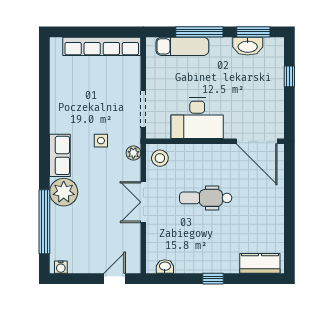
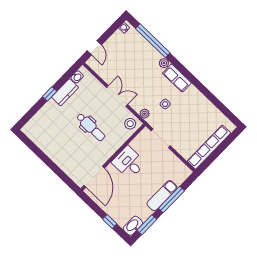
exam couch: (182, 46) -> (162, 196), moved
washbasin: (248, 46) -> (133, 226), moved
desk: (197, 118) -> (129, 163), width x0.73
door: (257, 141) -> (94, 177), swing flipped
plant: (64, 192) -> (164, 63), width x0.53, depth x0.53
dental chair: (206, 198) -> (91, 127), turned 90
kitchen counter: (260, 263) -> (65, 92), moved

